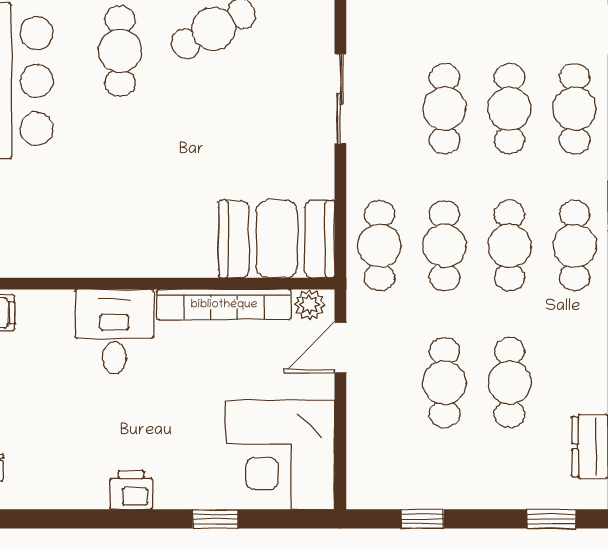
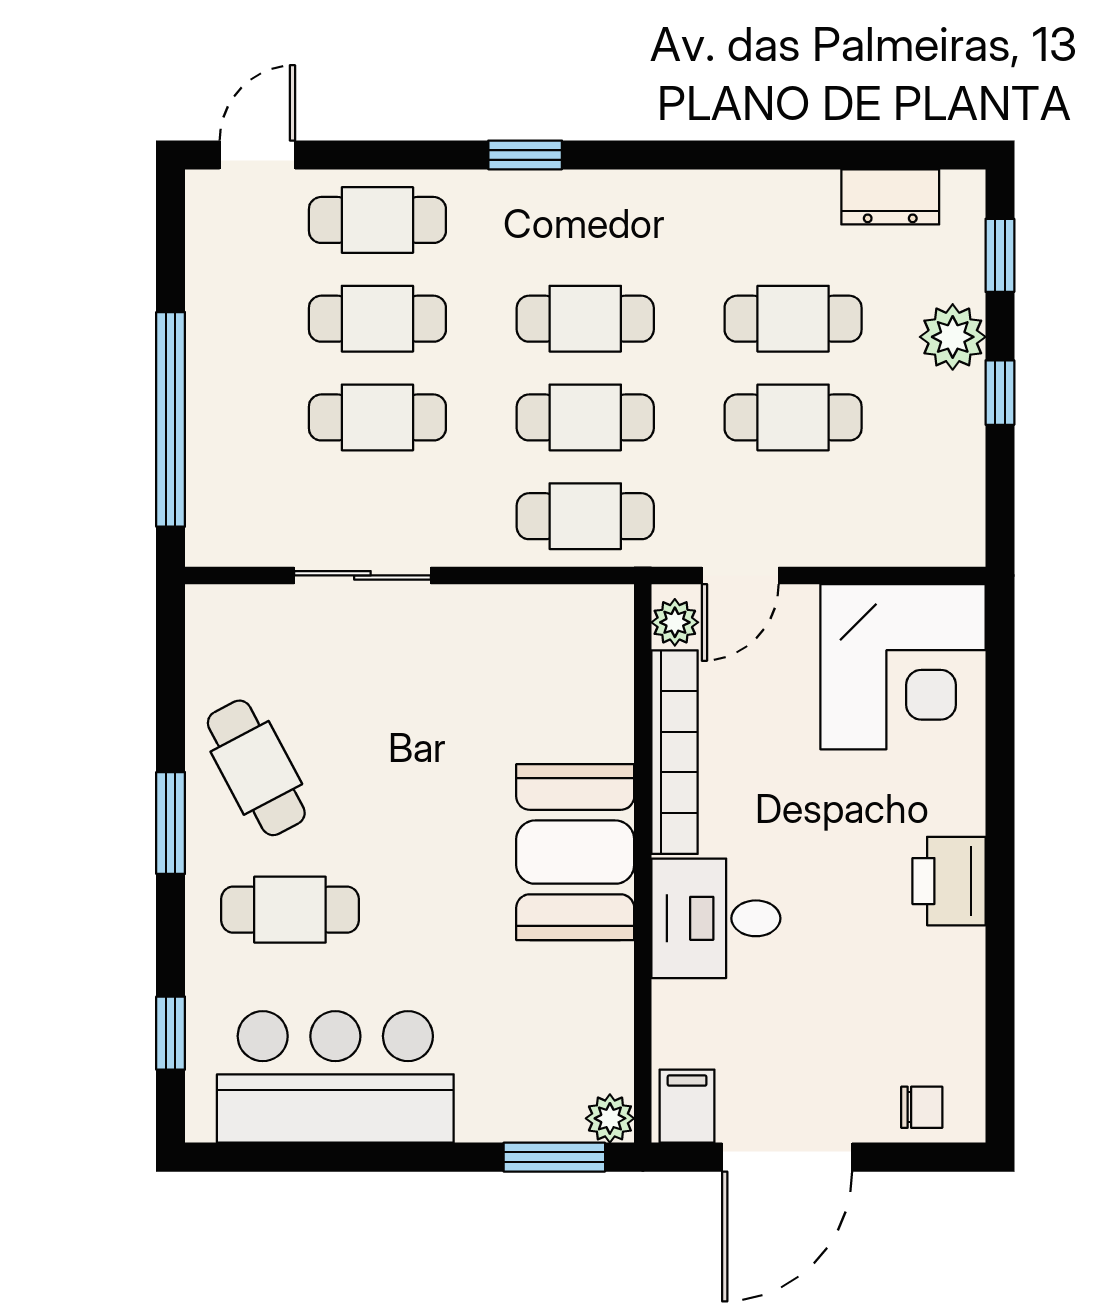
booth: (277, 239) -> (575, 852), moved
cafe table: (575, 246) -> (585, 220), removed
door: (340, 348) -> (740, 575), hinge flipped
plant: (498, 488) -> (953, 337), added
printer: (131, 490) -> (949, 881), width x1.36, depth x1.24
window: (215, 519) -> (1000, 765), removed
window: (422, 519) -> (1000, 393), moved

